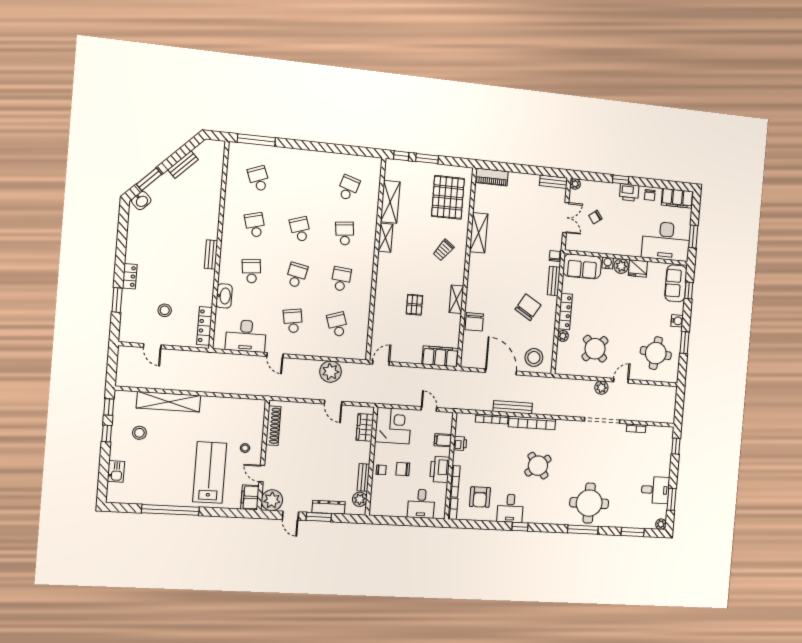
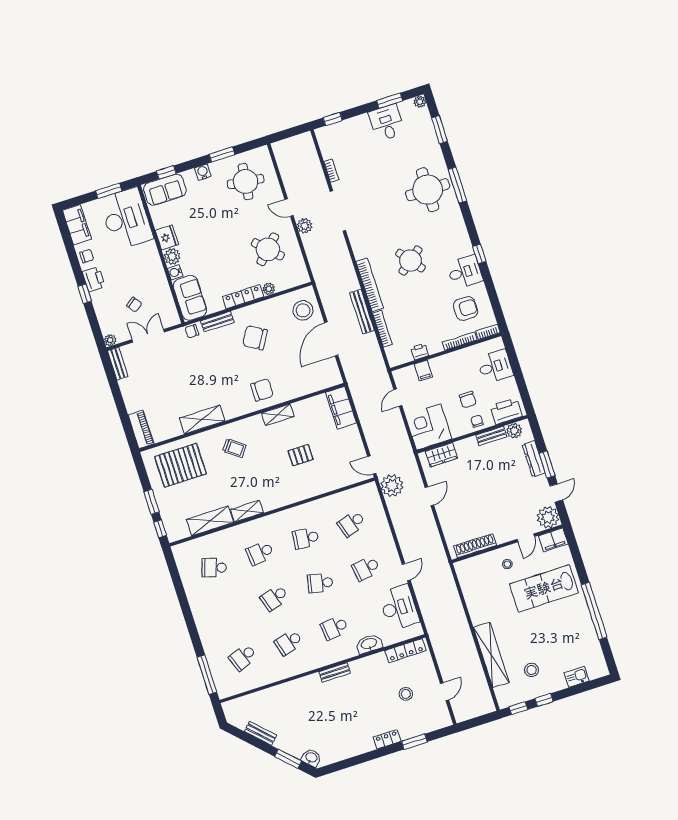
chair: (474, 322) -> (262, 390), moved
plant: (331, 372) -> (392, 486), moved
printer: (440, 469) -> (506, 411), moved, turned 180

